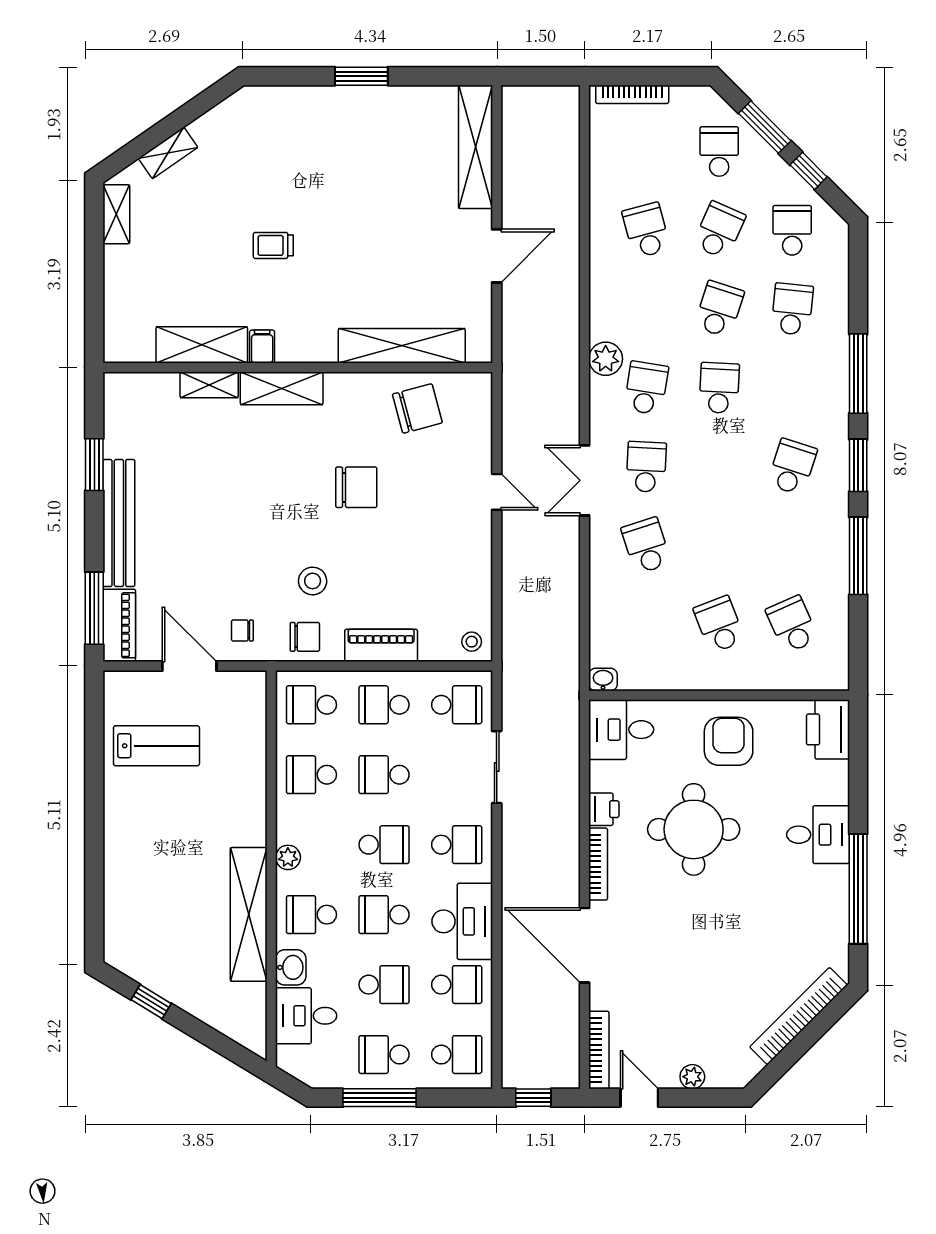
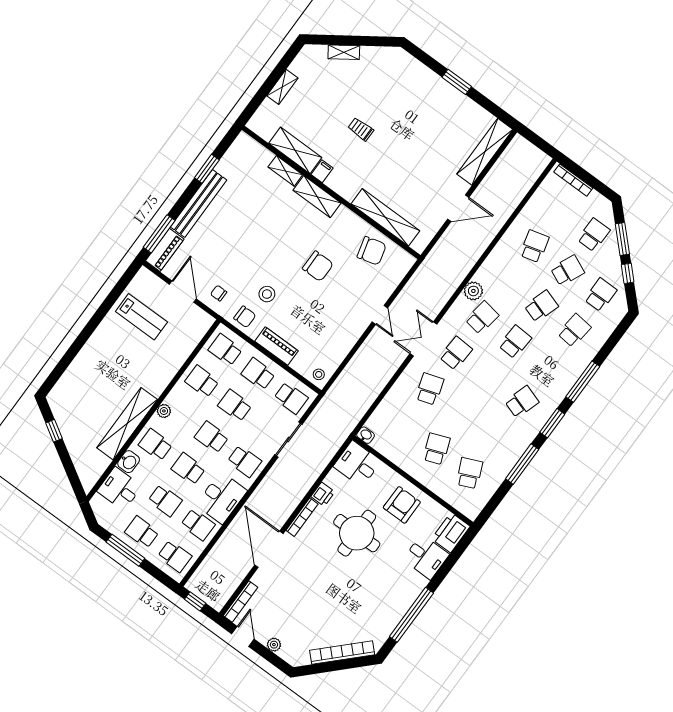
shelving: (116, 214) -> (282, 87), moved
desk: (818, 835) -> (426, 557), moved
school desk: (384, 845) -> (212, 437), turned 180

